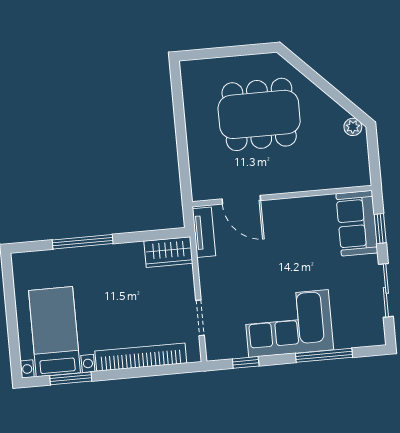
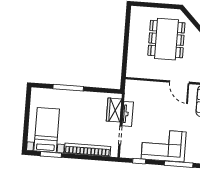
dining table: (259, 114) -> (166, 39), turned 90
door: (241, 200) -> (179, 82), moved
tv unit: (204, 232) -> (128, 114), moved
wardrobe: (168, 252) -> (114, 110), moved, turned 90

